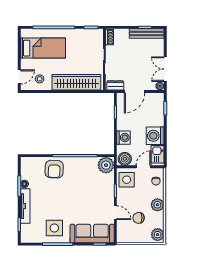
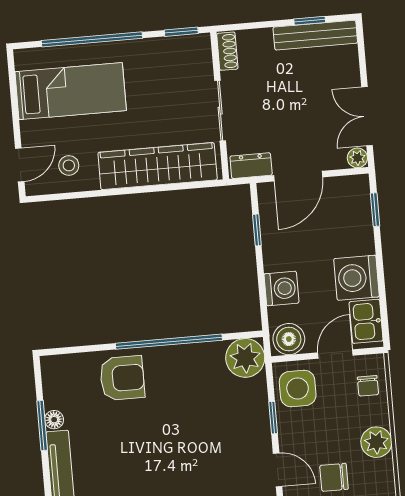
armchair: (54, 169) -> (122, 378), turned -92

